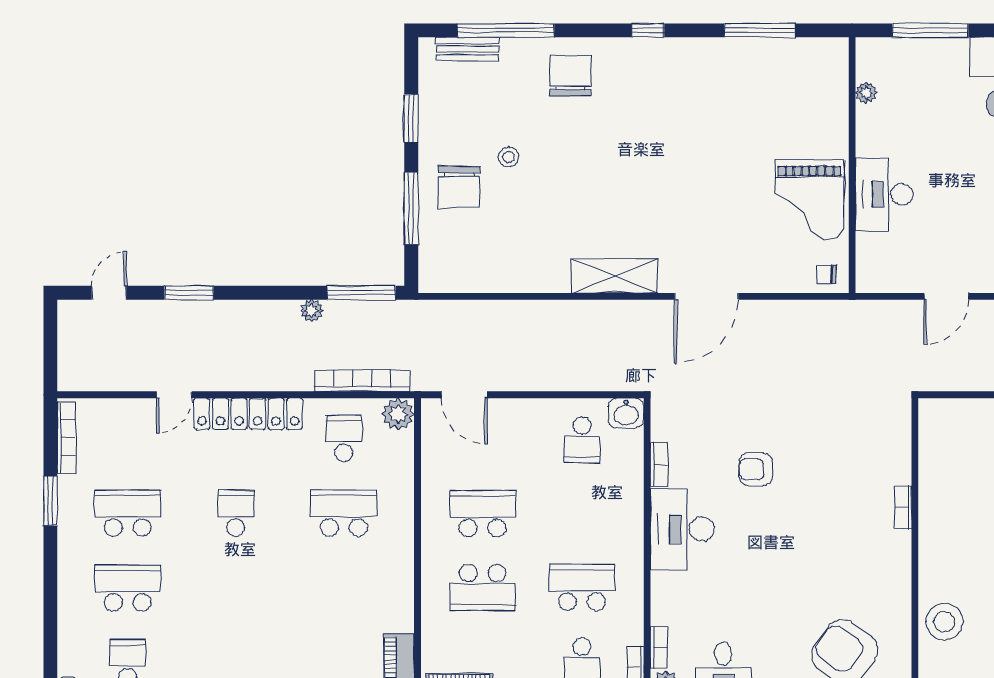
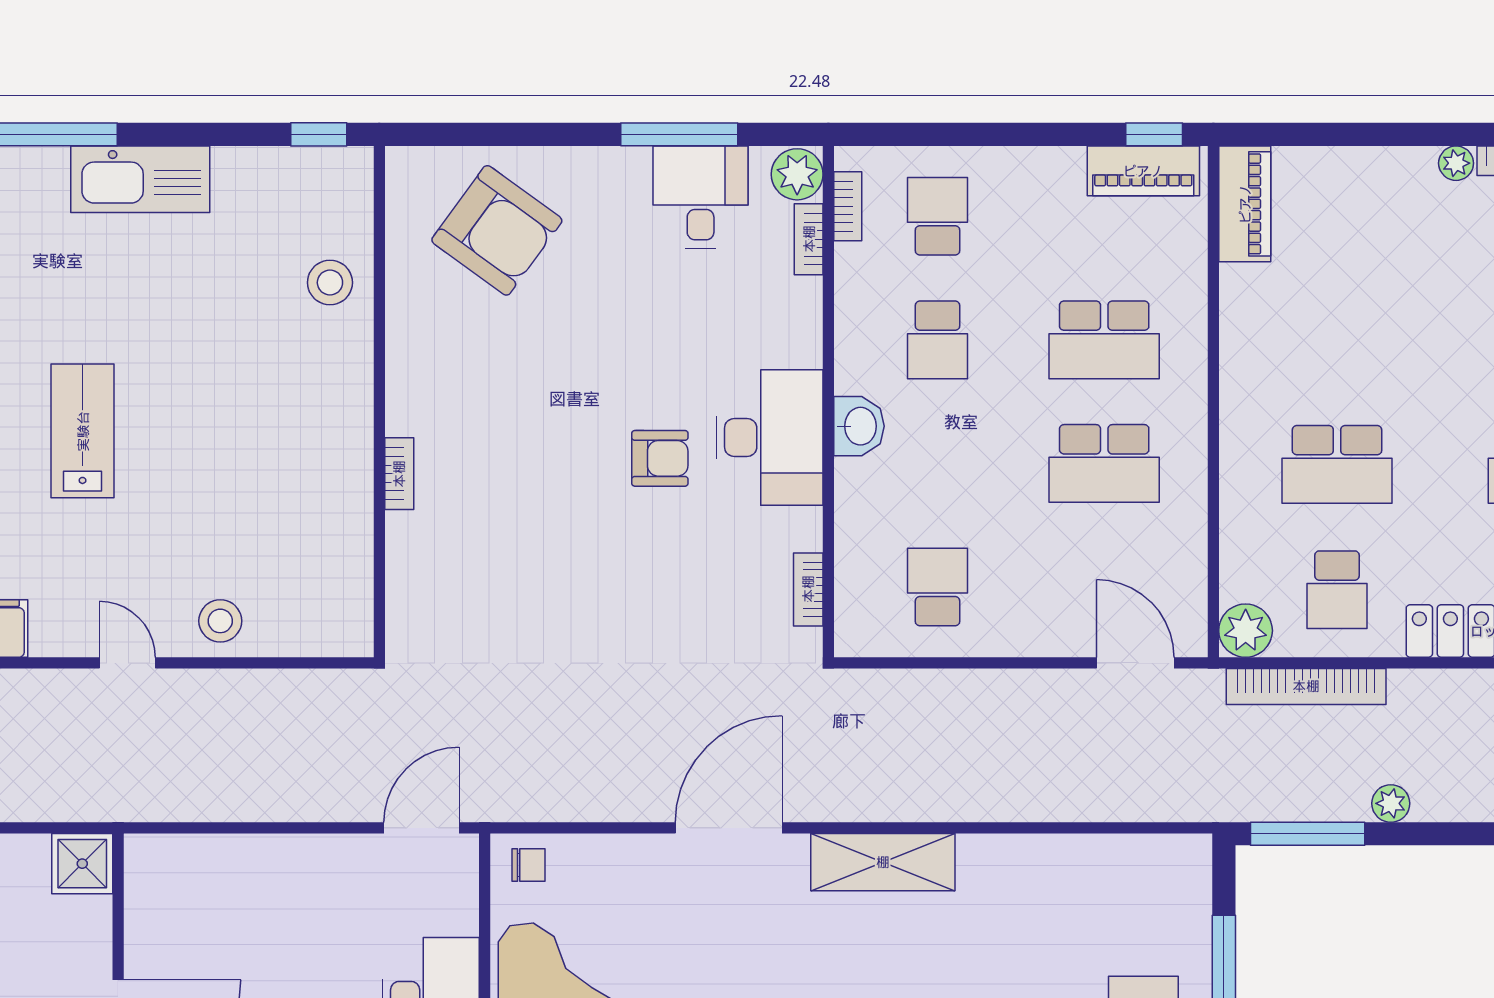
door: (946, 296) -> (421, 828), moved
washbasin: (626, 413) -> (859, 426), moved, turned 90
bookcase: (659, 465) -> (808, 589), moved
armchair: (756, 469) -> (660, 458), moved
school desk: (483, 587) -> (1104, 340), turned 180
school desk: (582, 587) -> (938, 340), width x0.54
stool: (944, 622) -> (330, 283), width x0.73, depth x0.73

